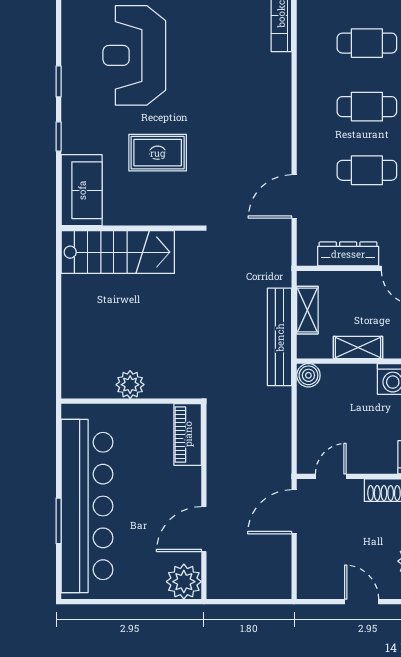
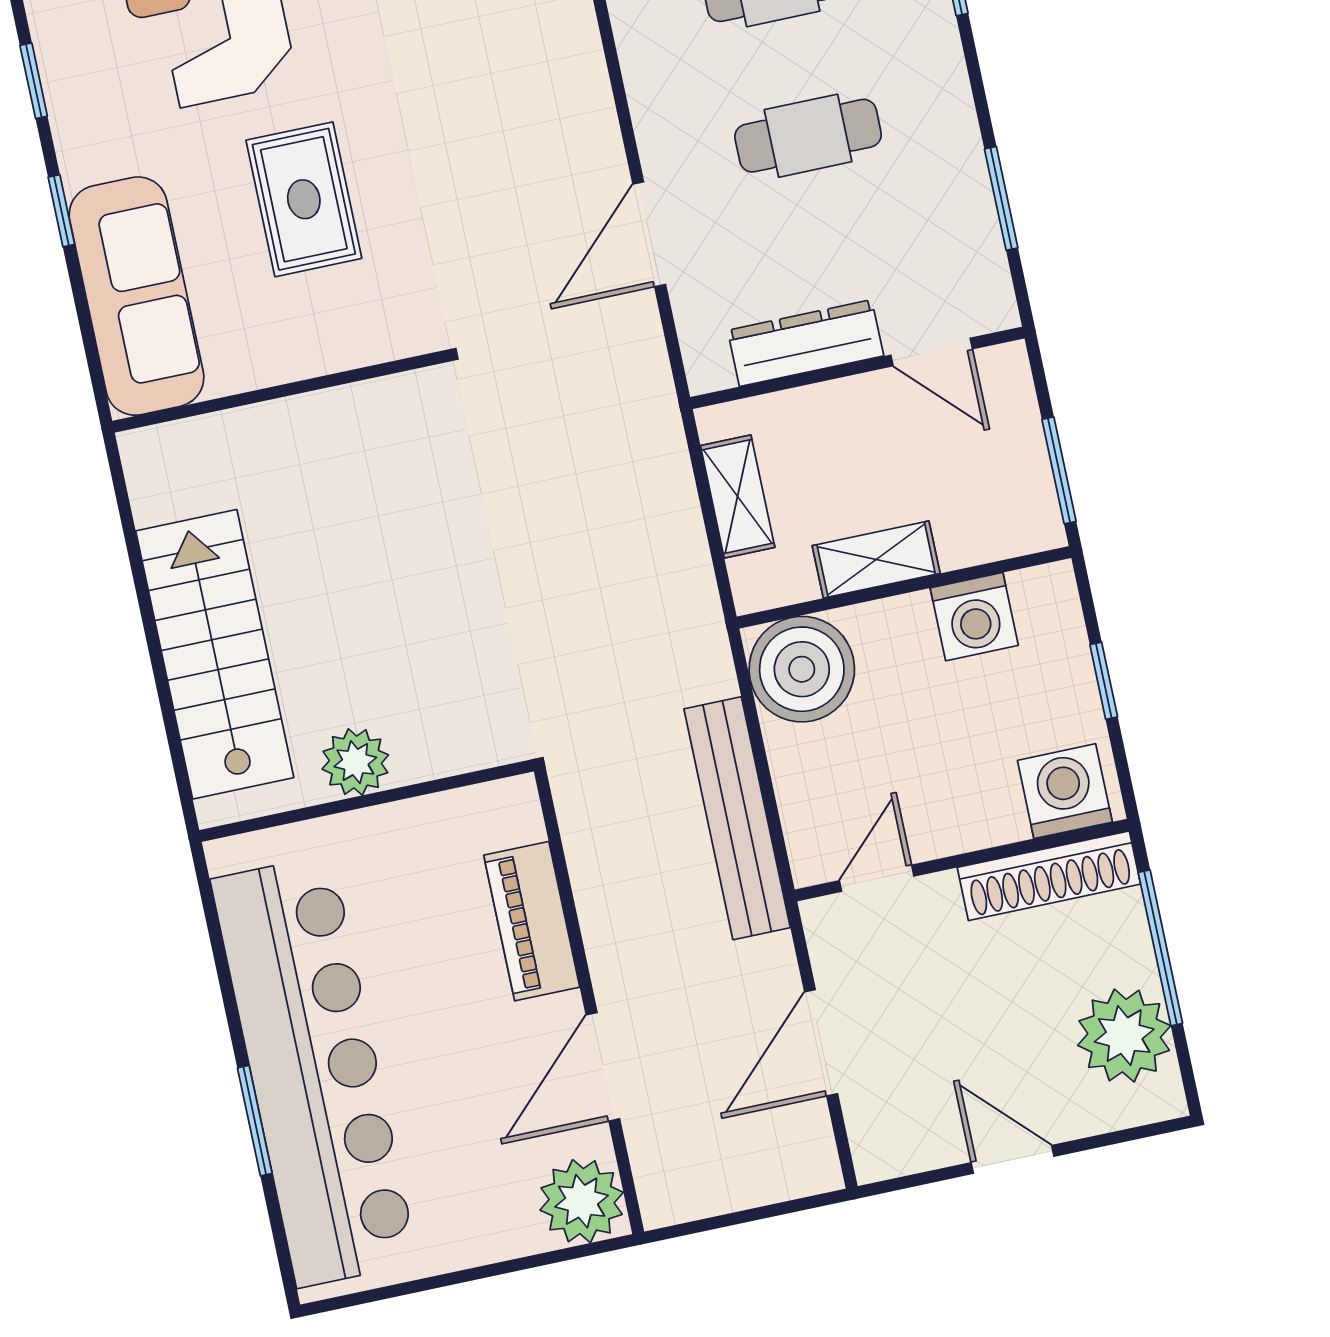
rug: (158, 153) -> (304, 199), turned 90
sofa: (82, 190) -> (136, 296), width x1.36
stairs: (118, 252) -> (215, 654), moved, turned -90
bench: (280, 337) -> (737, 818), moved
boiler: (308, 375) -> (802, 669), width x1.86, depth x1.86
piano: (188, 434) -> (532, 921), moved
door: (294, 512) -> (821, 1043), moved

